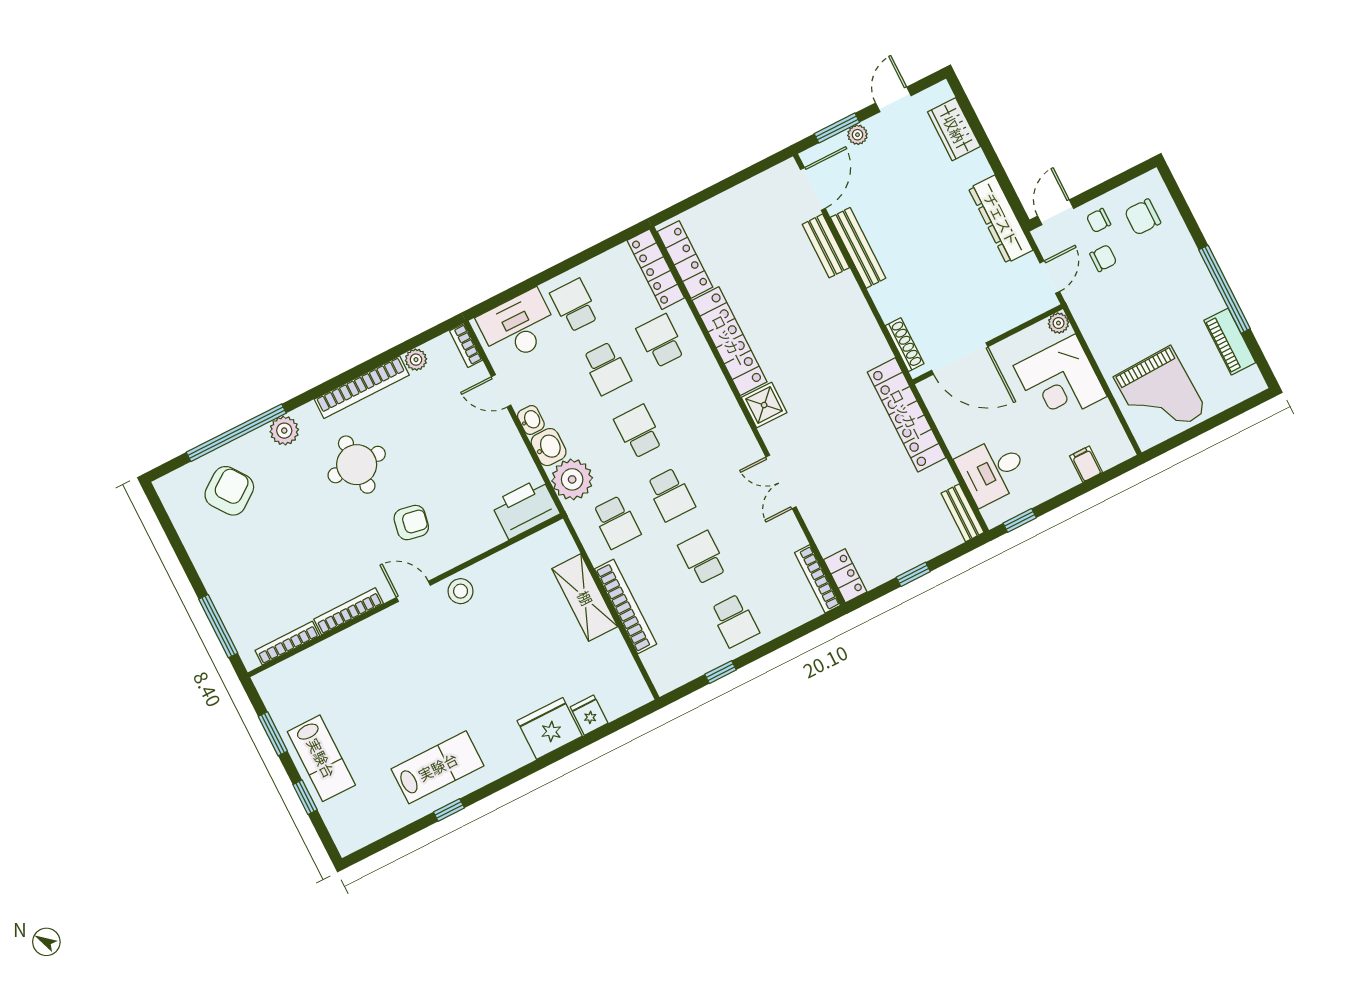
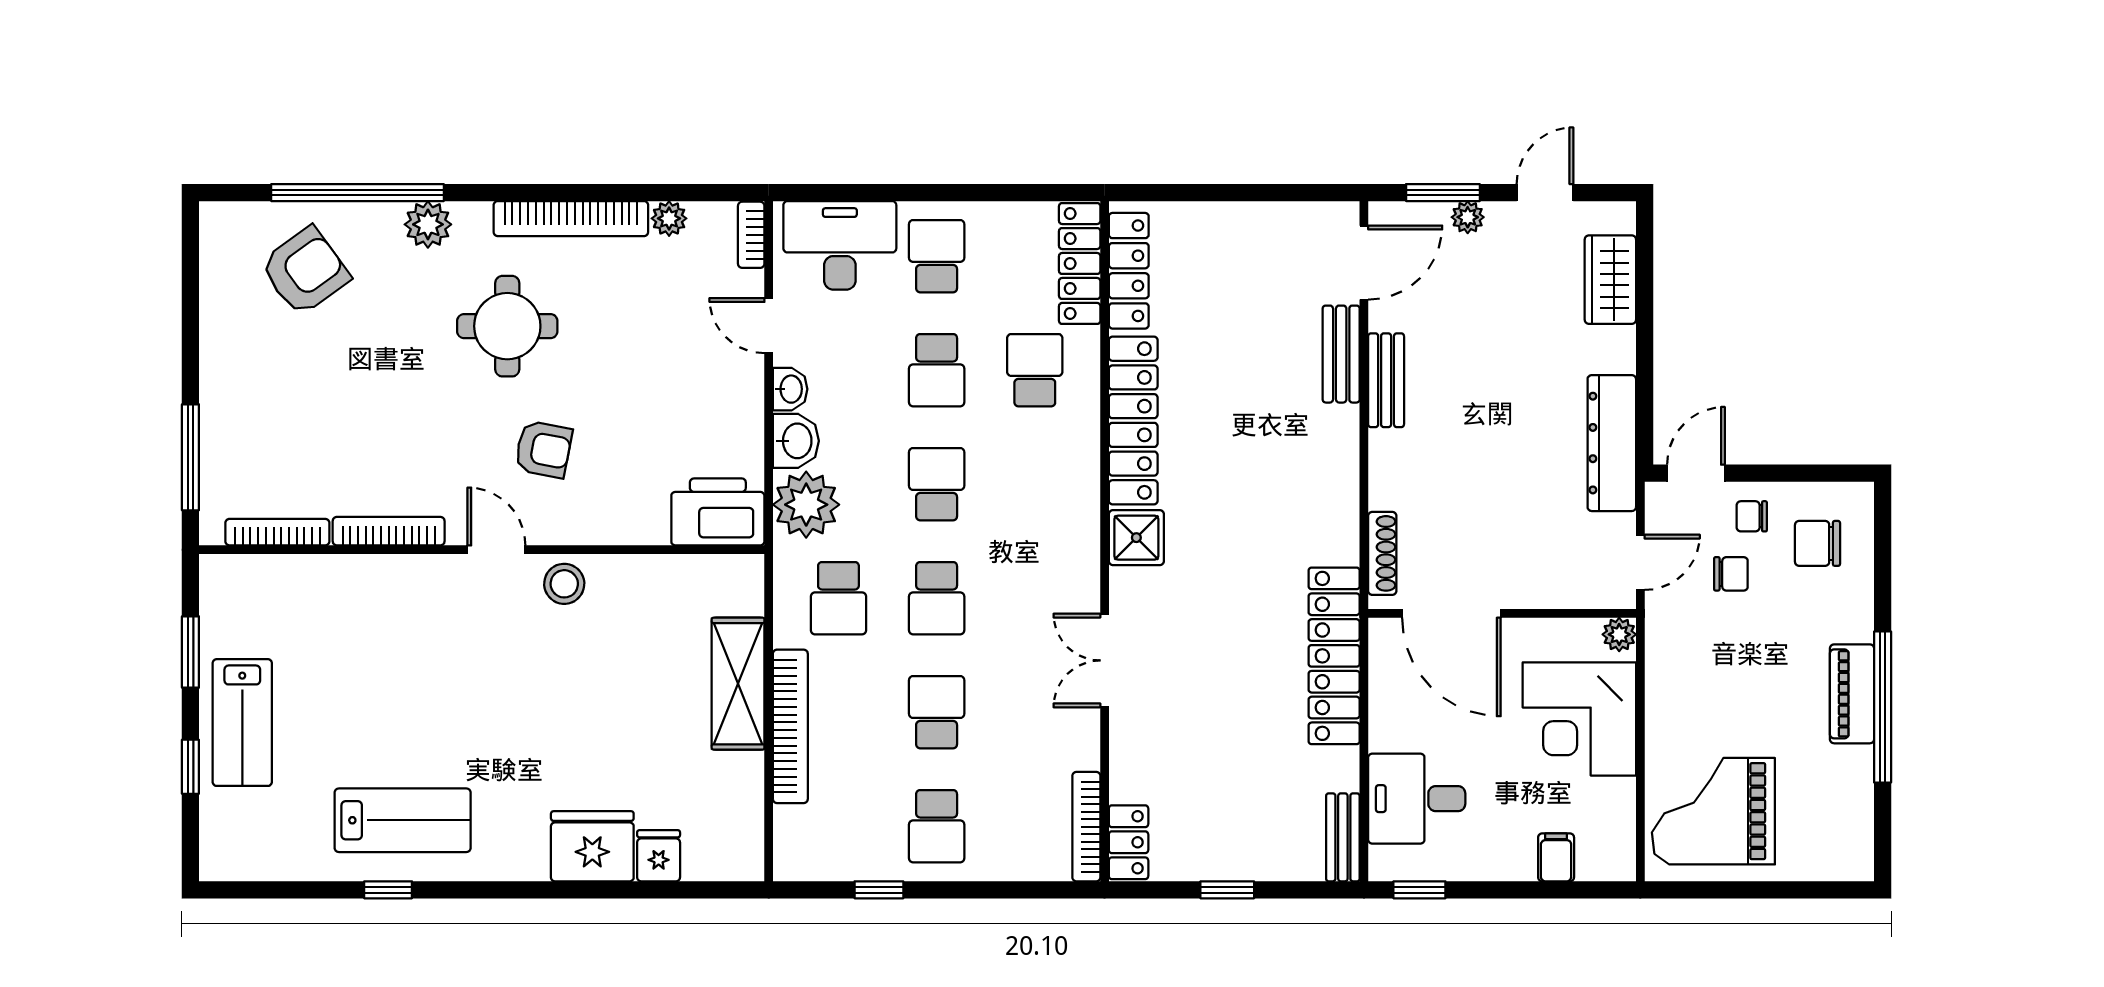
bench: (858, 248) -> (1386, 380), width x0.73
piano: (1230, 342) -> (1852, 694), moved
grand piano: (1160, 394) -> (1713, 811), turned 92

